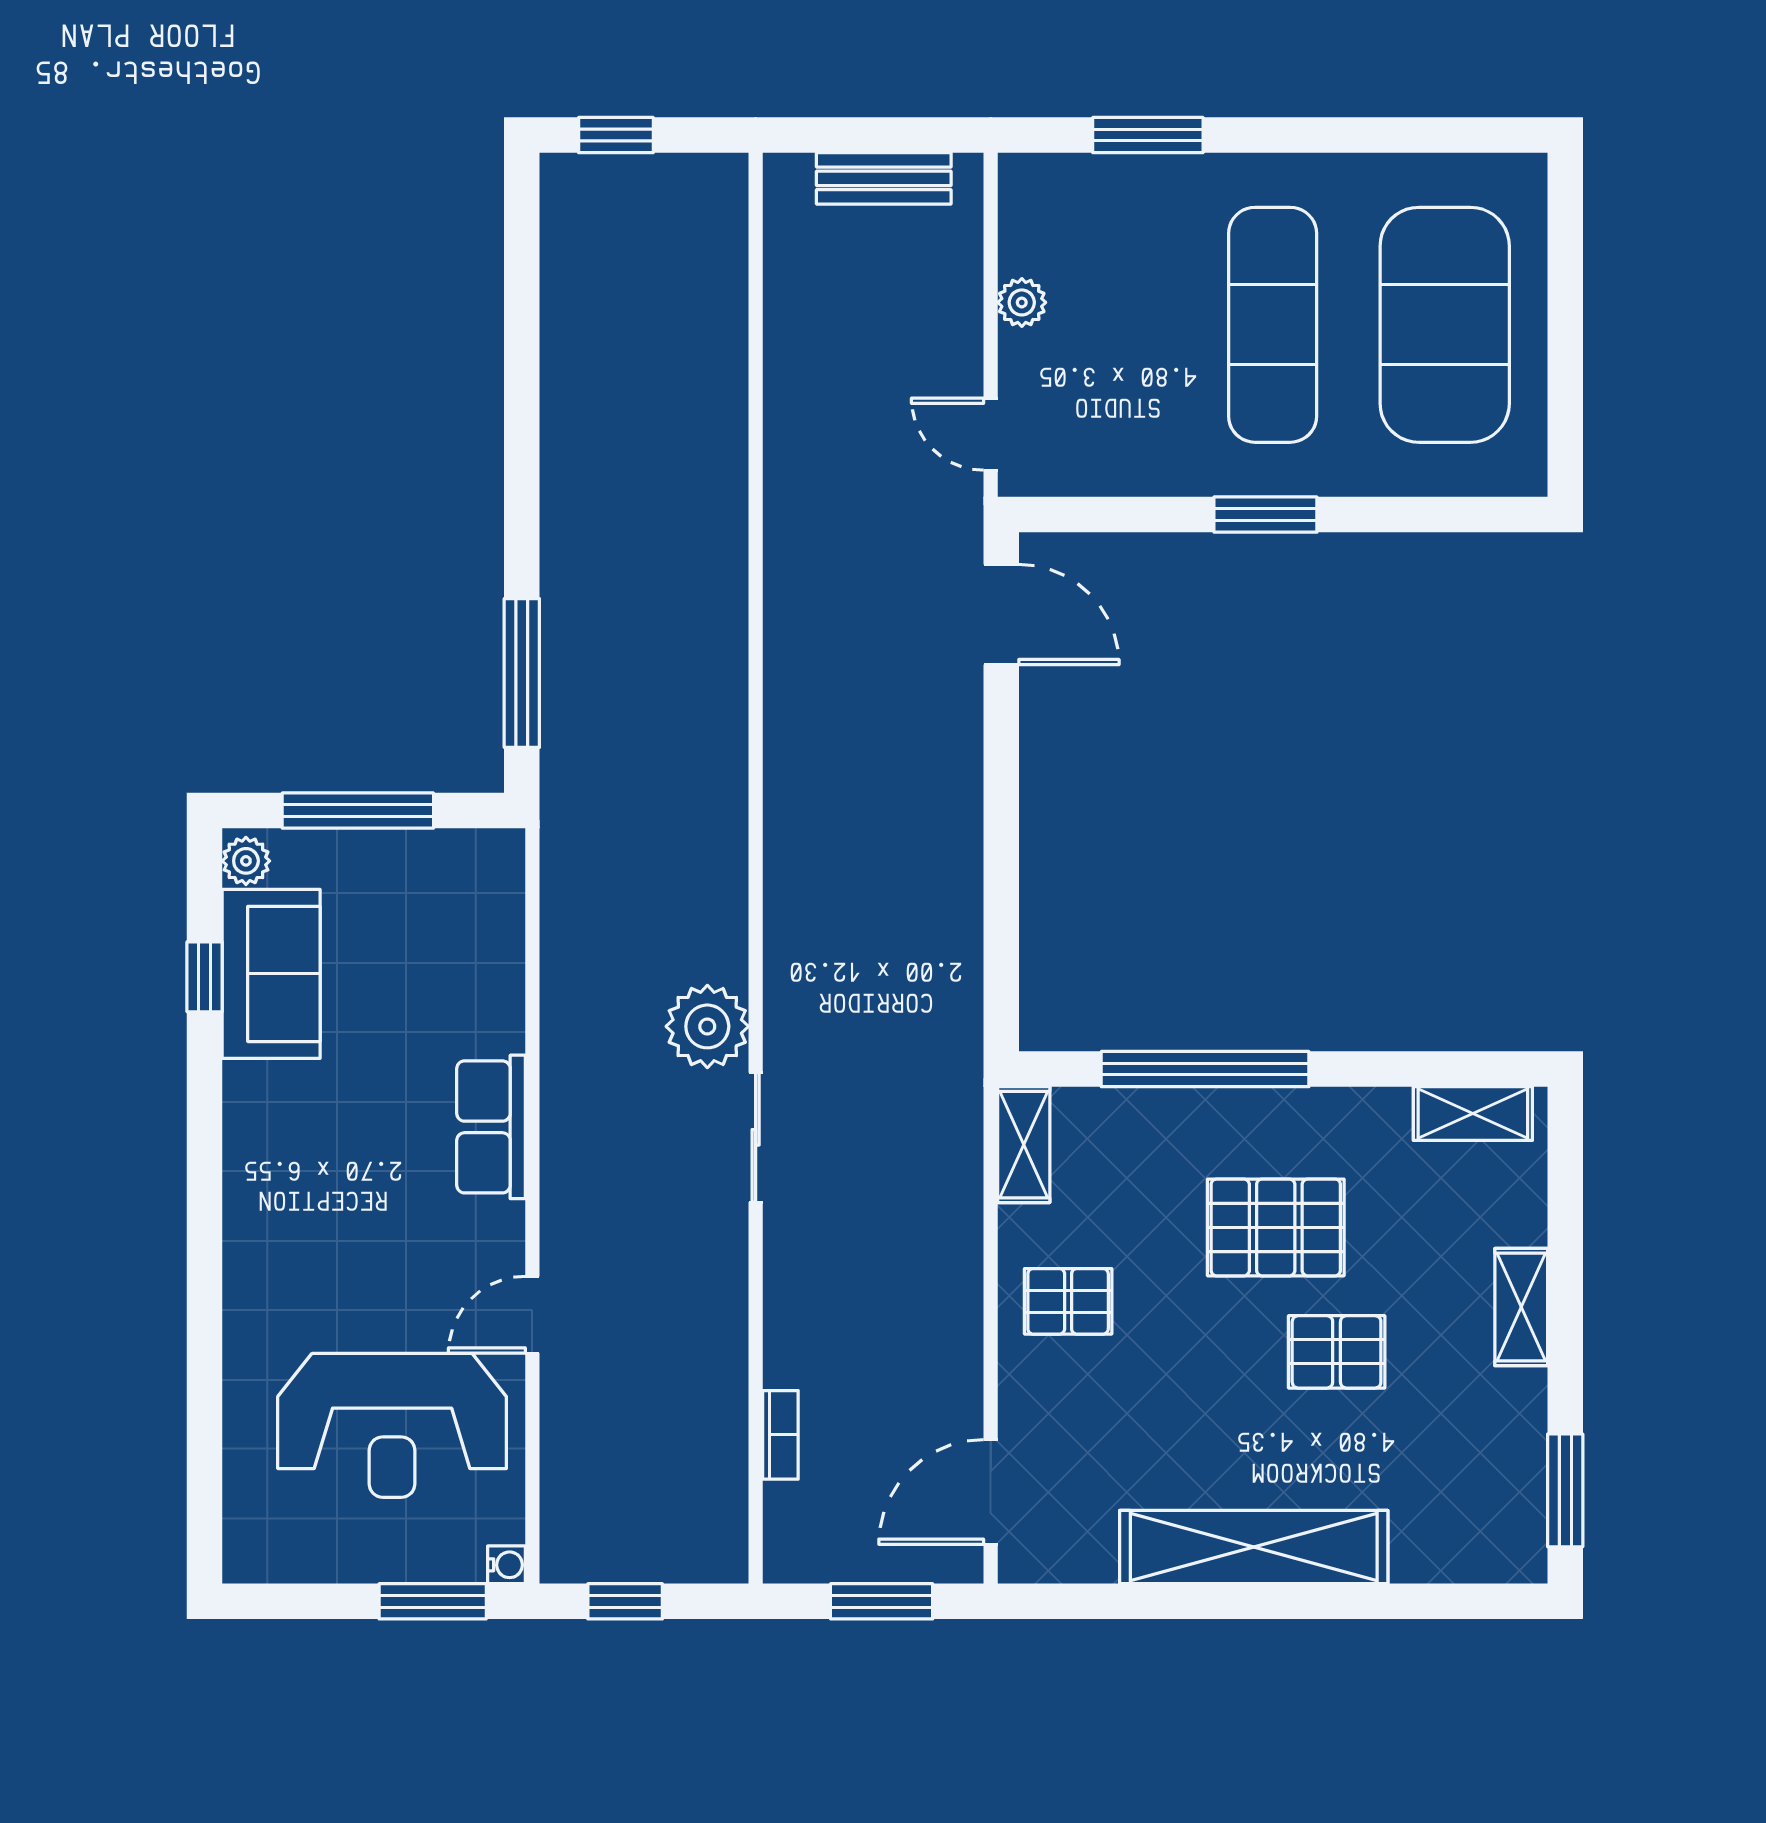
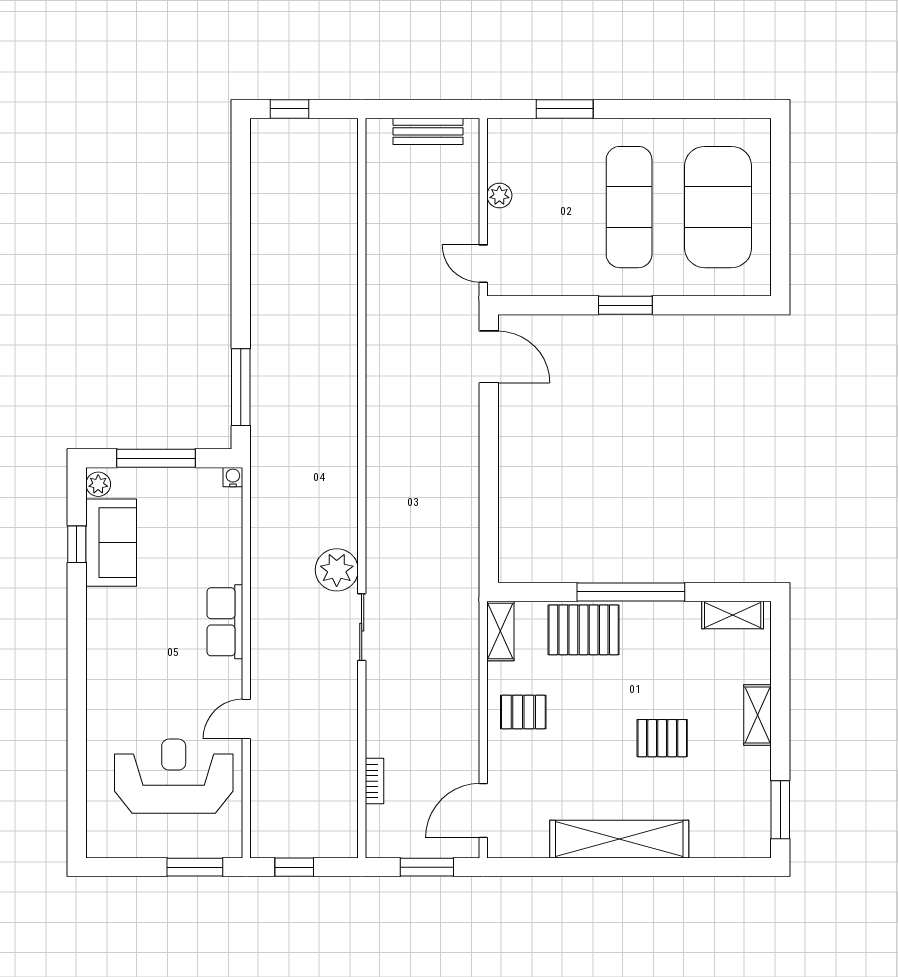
window: (1205, 1069) -> (631, 592), moved
pallet: (1276, 1227) -> (584, 630), moved
reception desk: (392, 1425) -> (174, 776), turned 180
water cooler: (506, 1565) -> (233, 477), moved, turned -90

